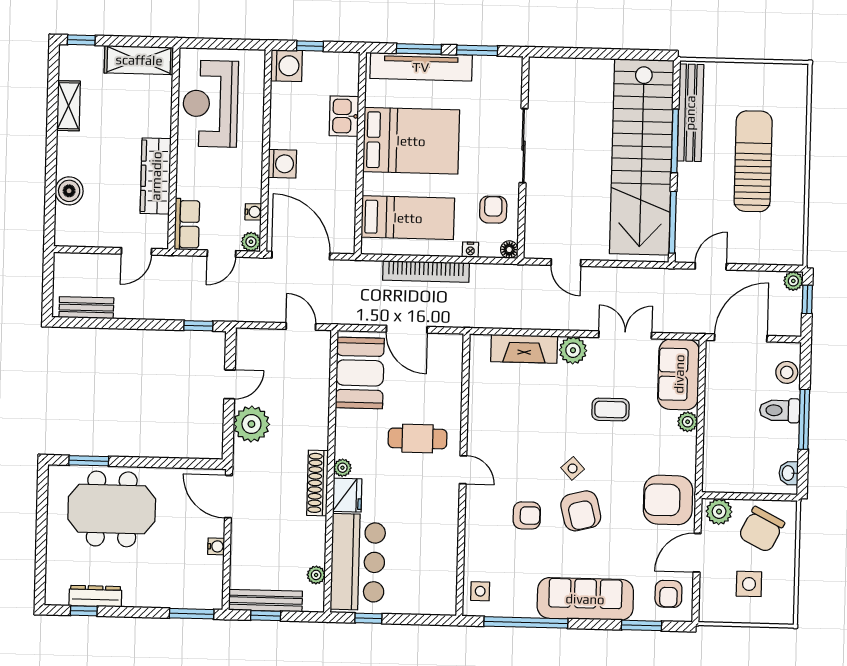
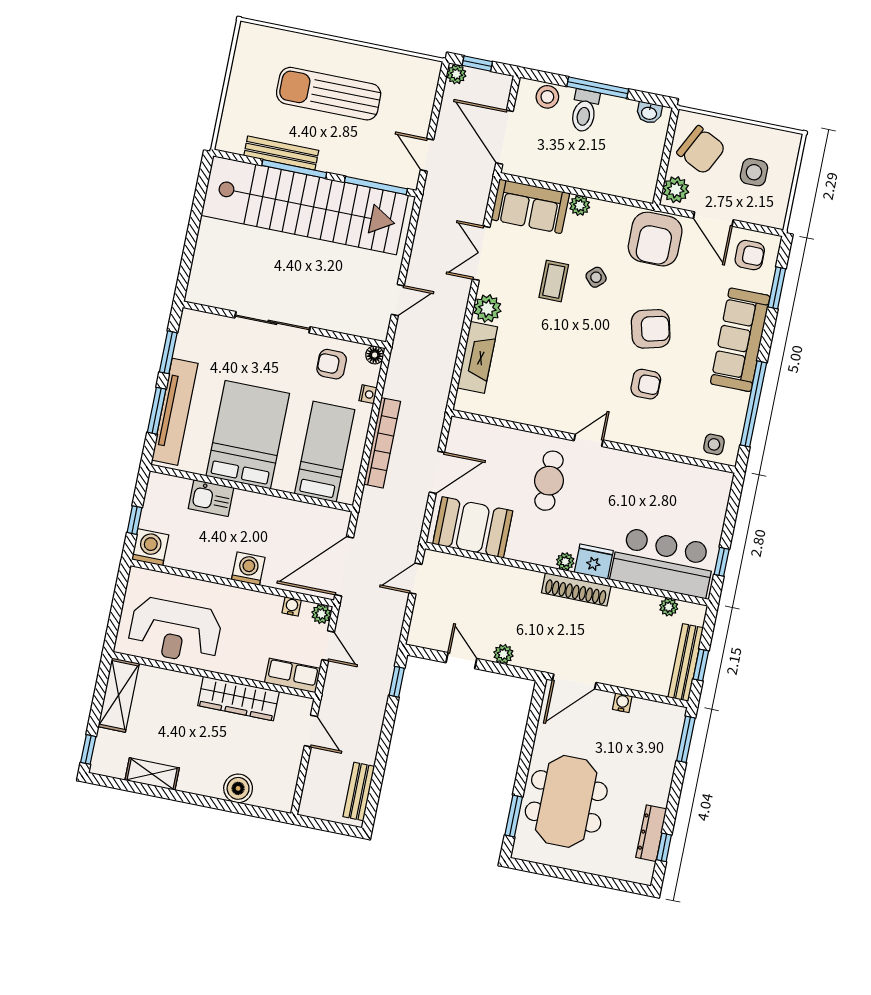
bench: (690, 113) -> (281, 153), width x0.73, depth x0.82
plant: (251, 424) -> (503, 654), width x0.53, depth x0.53
side table: (573, 468) -> (596, 277), moved
armchair: (527, 515) -> (646, 384), turned 90

